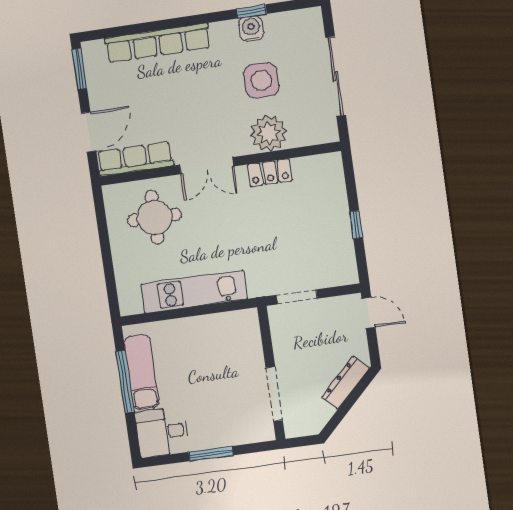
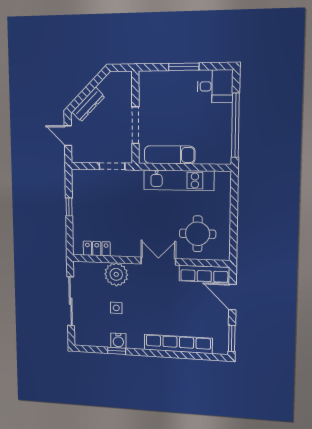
side table: (261, 80) -> (116, 308), width x0.54, depth x0.54
door: (89, 132) -> (232, 297), hinge flipped
locker: (270, 173) -> (97, 249), moved
door: (369, 313) -> (68, 136), moved
exam couch: (141, 372) -> (170, 155), moved, turned 90
window: (125, 382) -> (235, 125), width x1.46
doorway: (274, 394) -> (135, 125), moved

